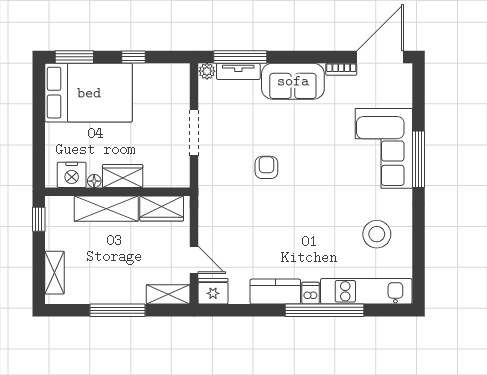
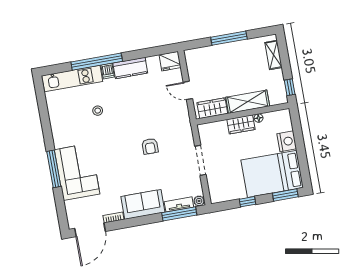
nightstand: (72, 175) -> (287, 141), moved, turned 90
stool: (377, 234) -> (98, 111), moved, width x0.53, depth x0.53
door: (194, 260) -> (188, 90), moved
shelving: (168, 294) -> (198, 54), removed

